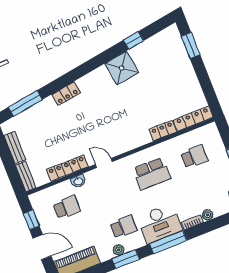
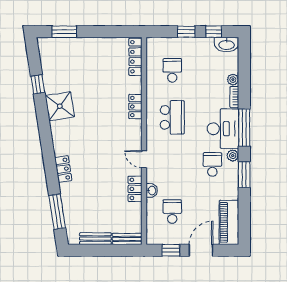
locker: (163, 131) -> (135, 107), moved
door: (104, 163) -> (144, 159), hinge flipped
locker: (67, 168) -> (135, 189), width x0.66
plant: (119, 250) -> (233, 156), moved

